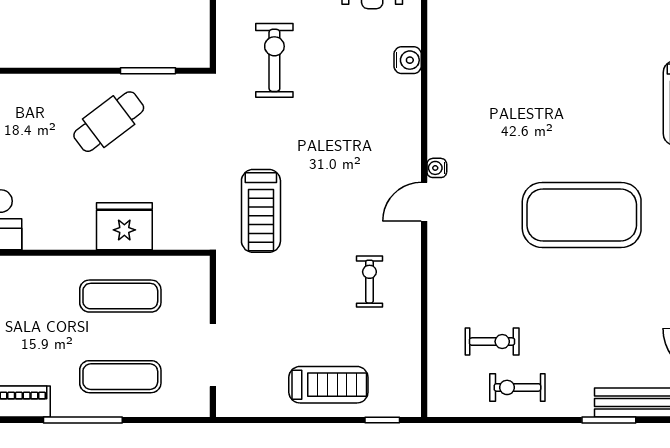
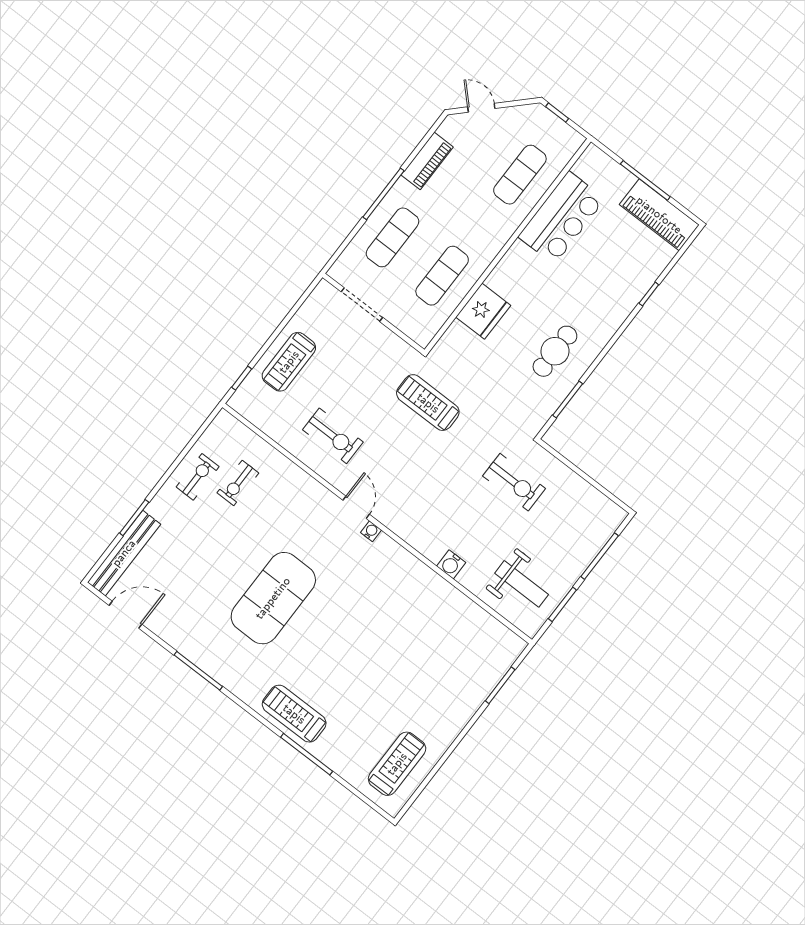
cafe table: (109, 122) -> (555, 351), turned 37
exercise bike: (369, 282) -> (333, 436), width x1.38, depth x1.39

